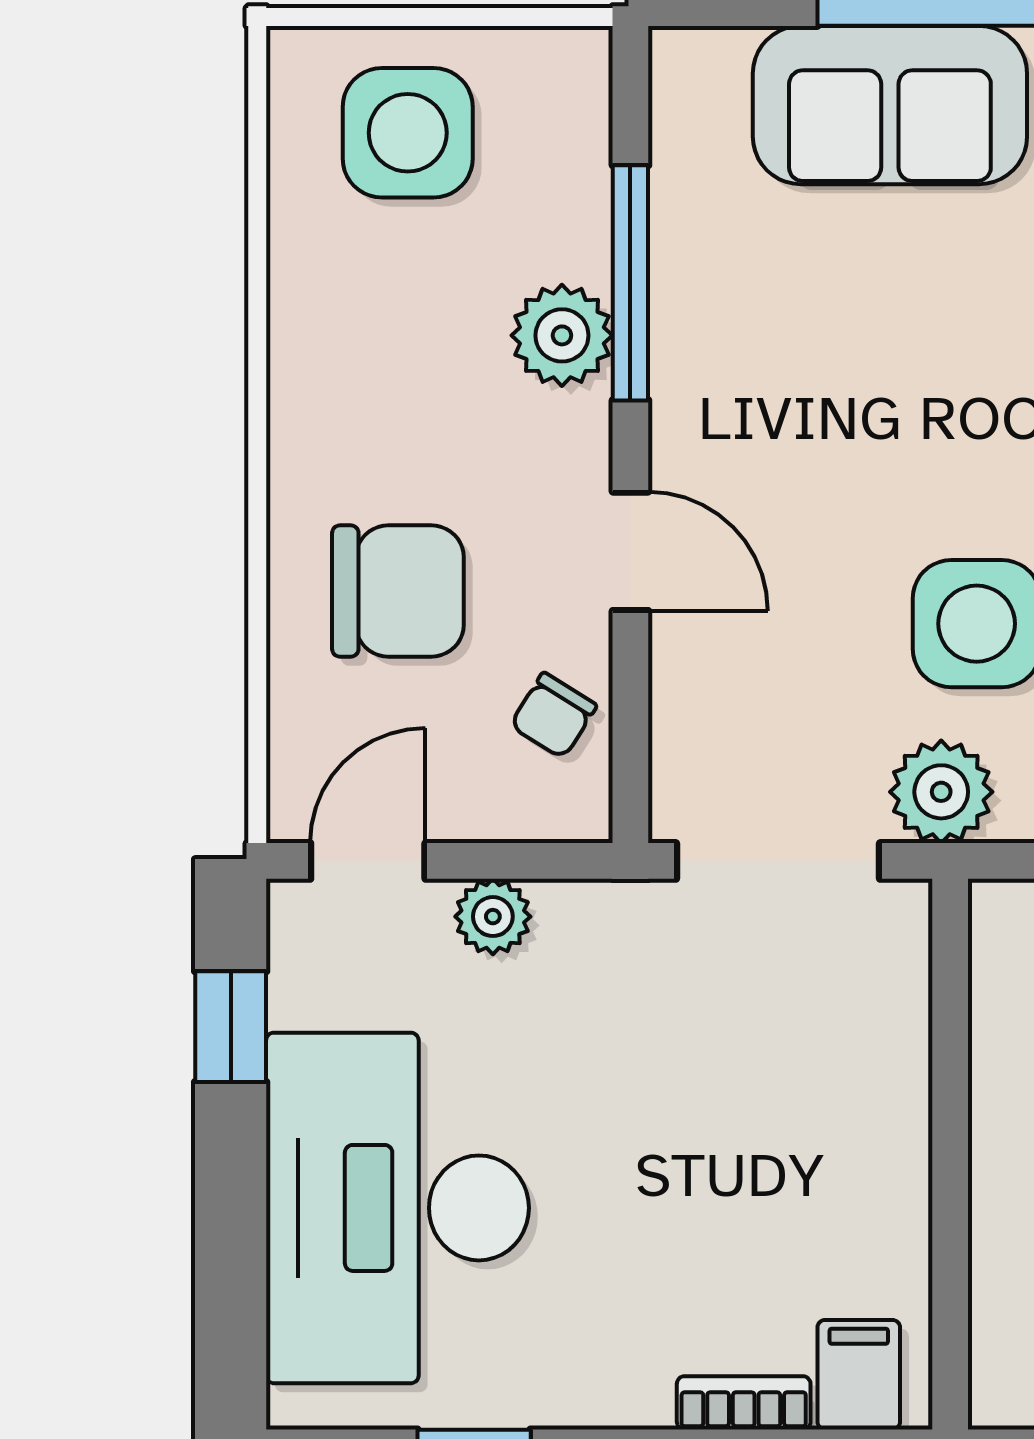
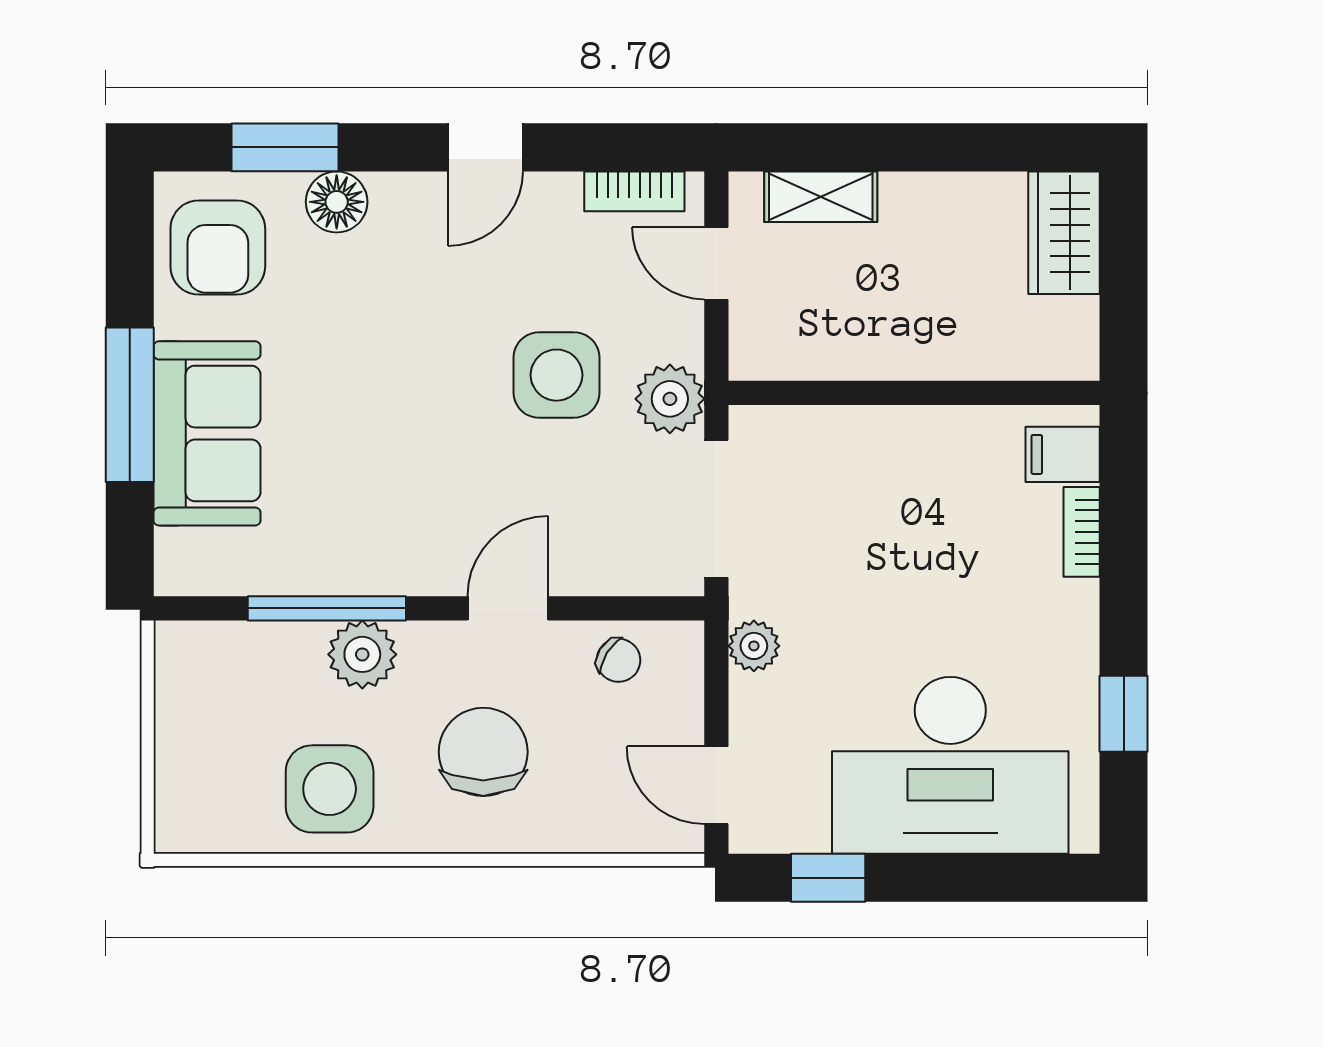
side table: (408, 133) -> (330, 789), moved
chair: (398, 591) -> (483, 752), moved
plant: (493, 917) -> (754, 646), moved

